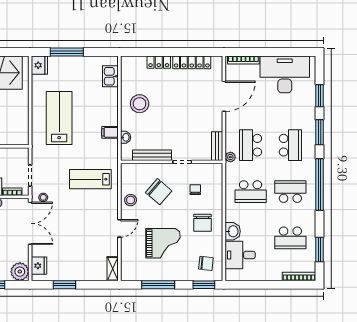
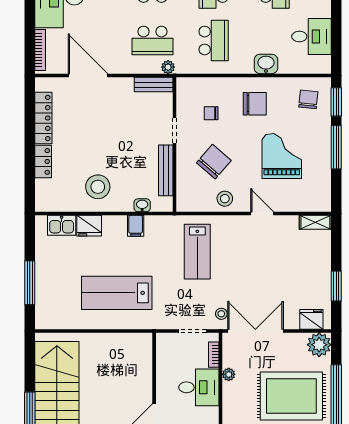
fridge: (39, 65) -> (89, 226), moved, turned 180
desk: (240, 255) -> (312, 37), moved, turned -90
window: (158, 285) -> (336, 147), moved

